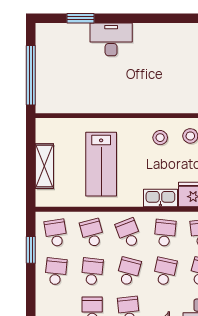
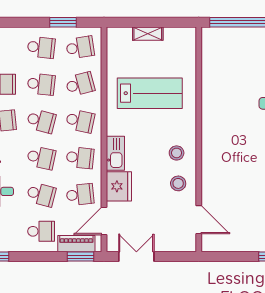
lab bench: (101, 164) -> (150, 93), turned 180
shelving: (44, 166) -> (148, 34), width x0.67, depth x0.75
school desk: (129, 233) -> (80, 121), turned 33

